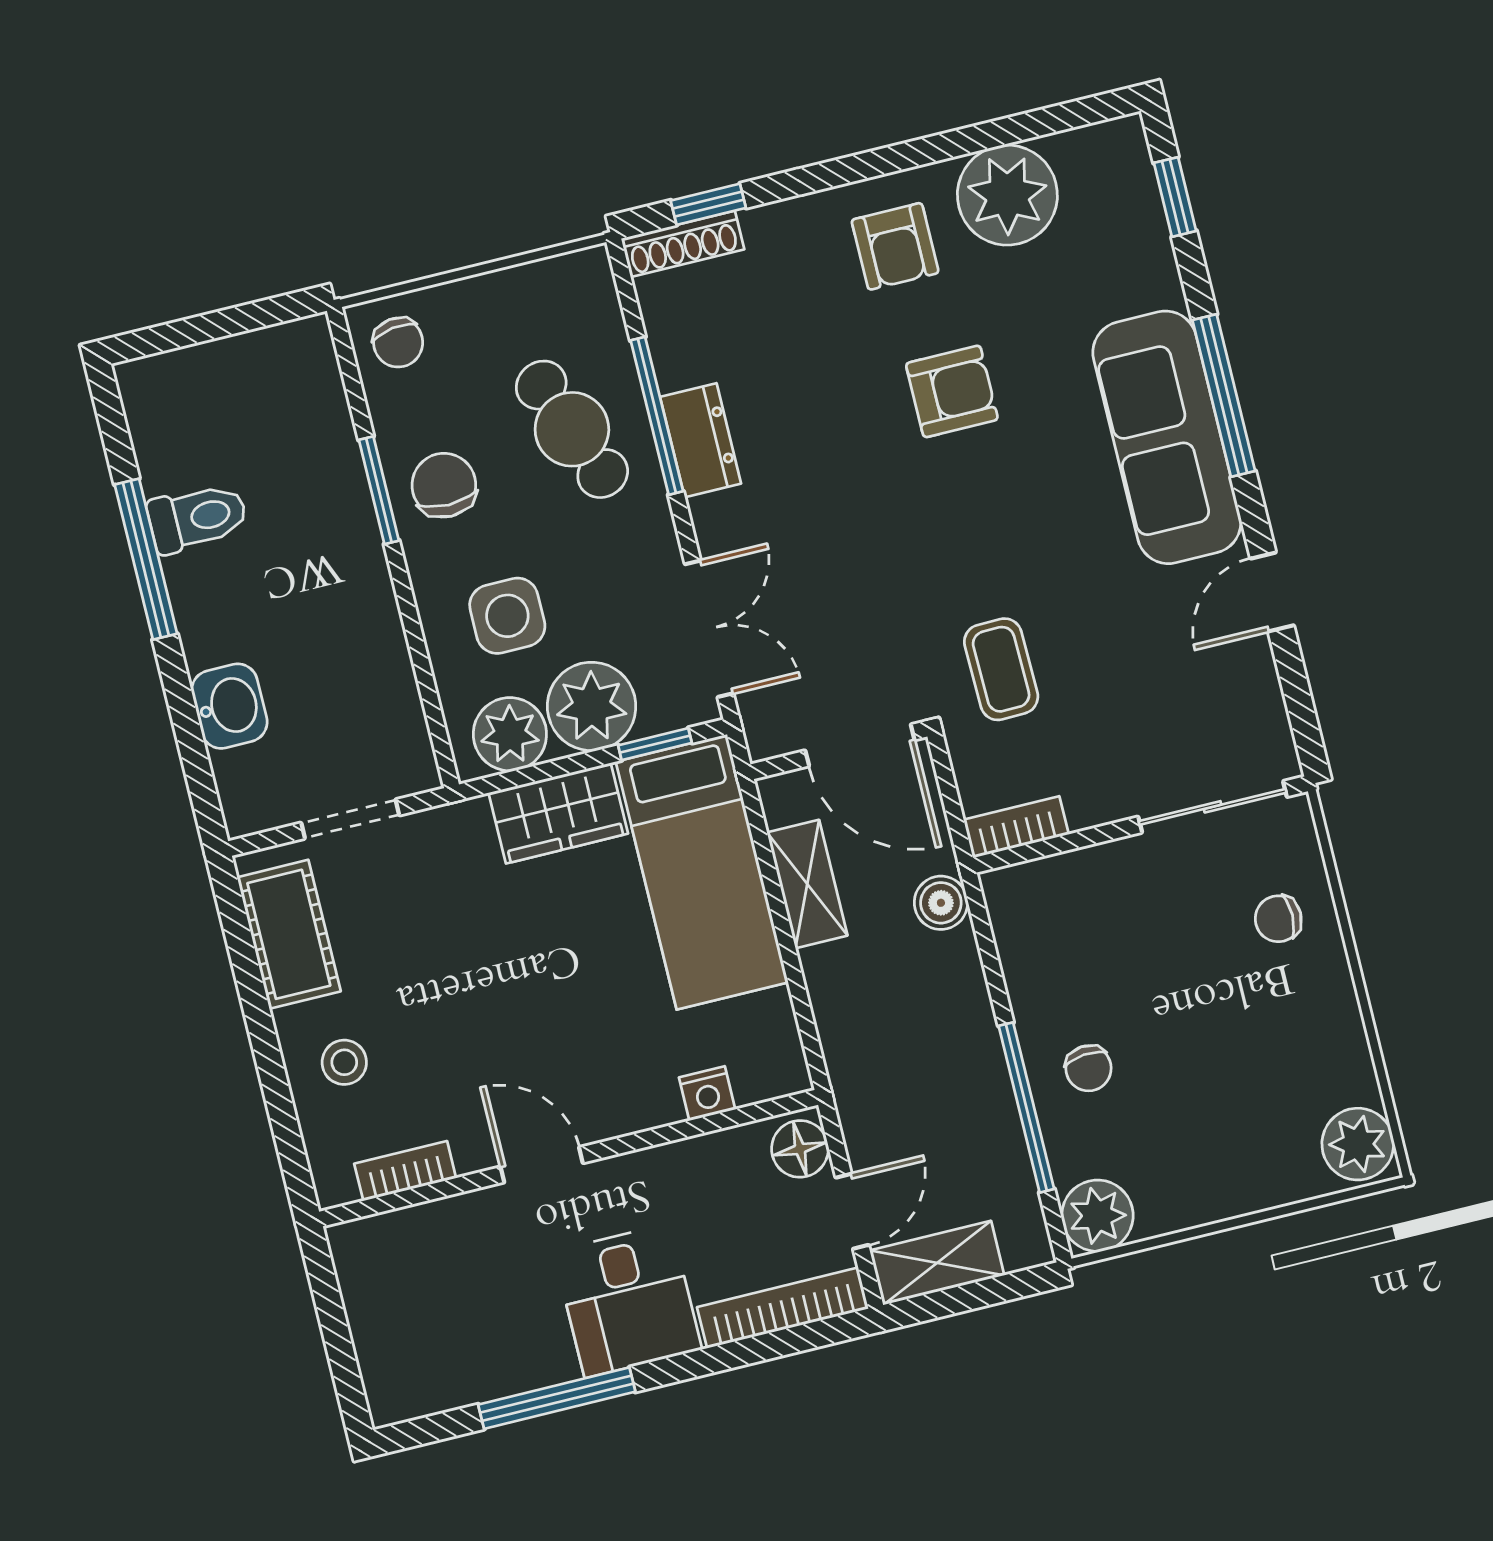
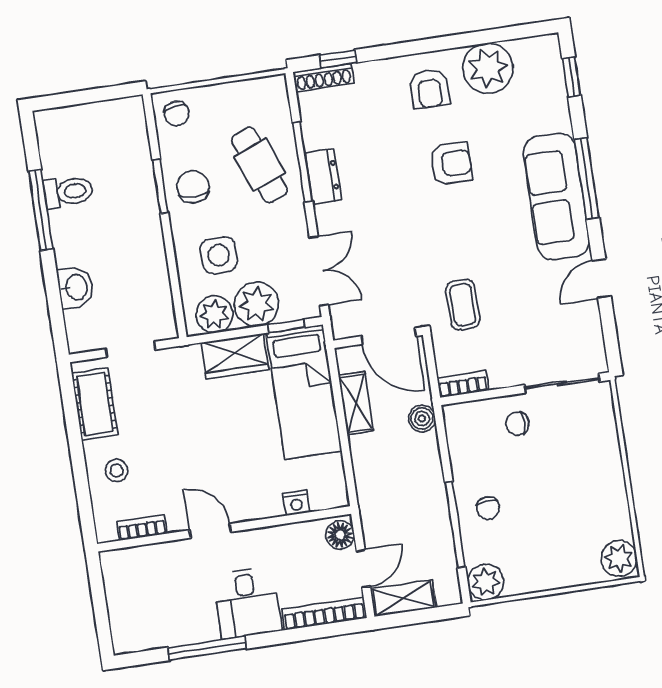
chair: (1278, 919) -> (517, 424), moved

